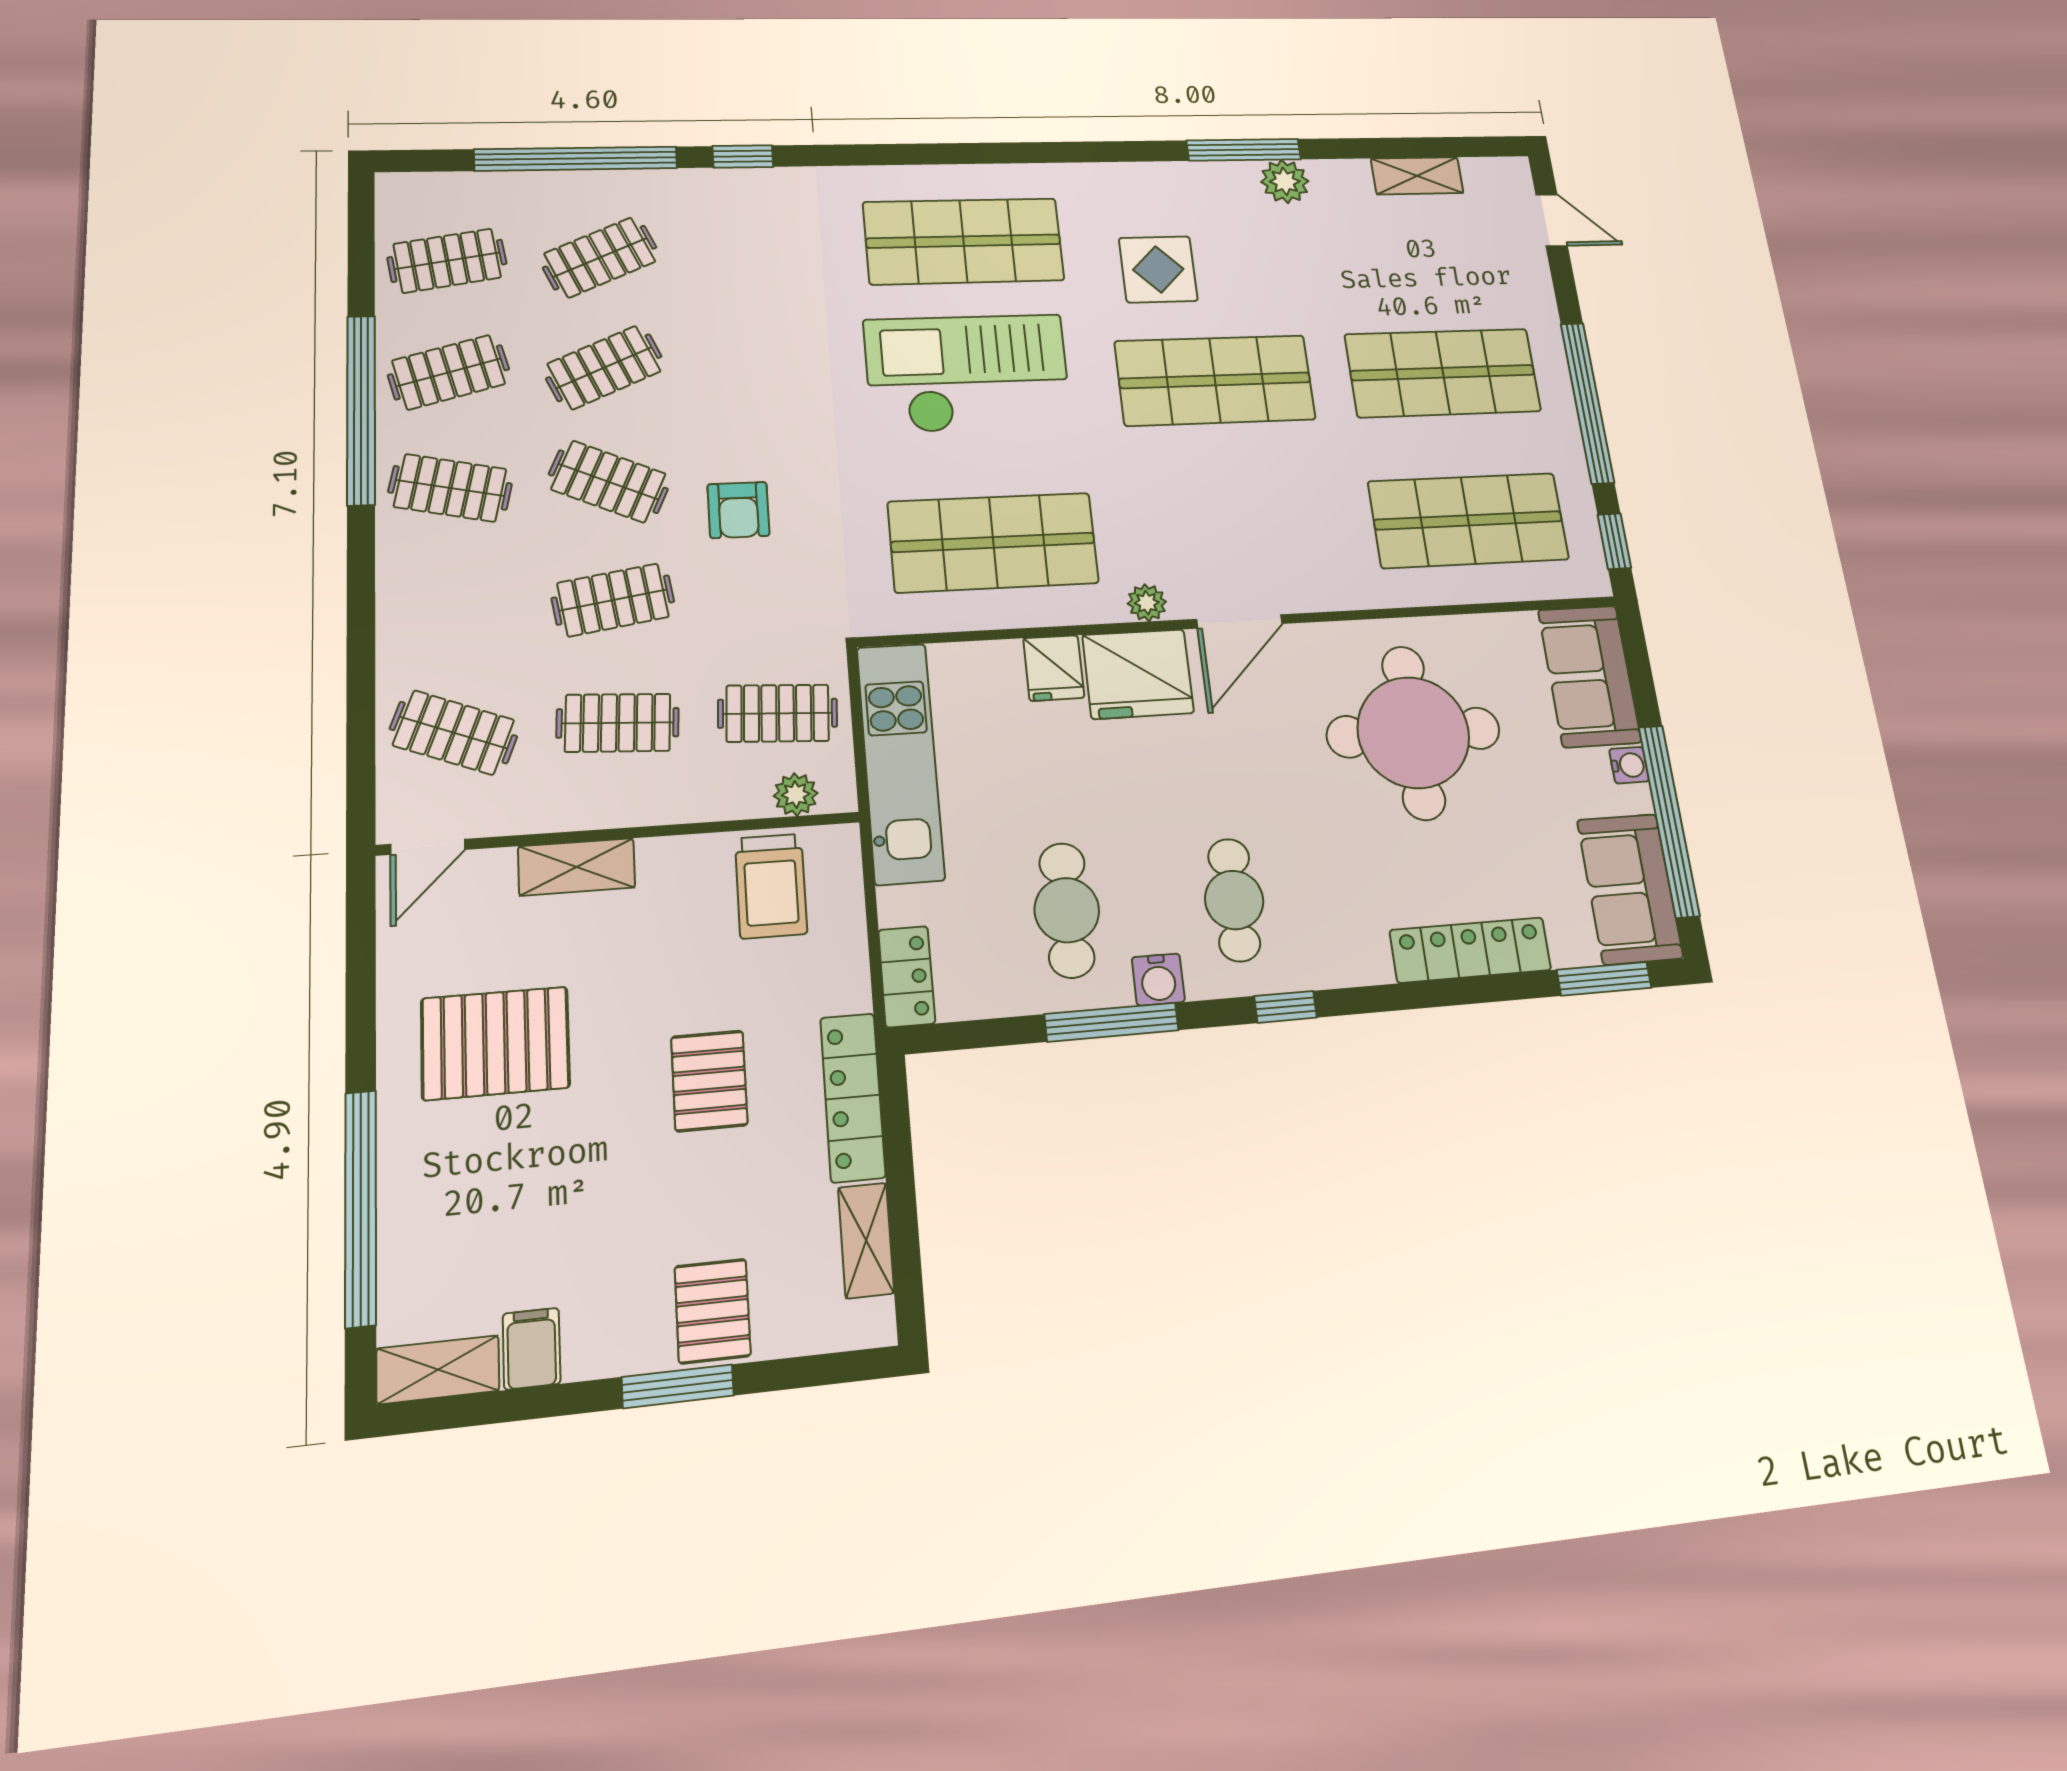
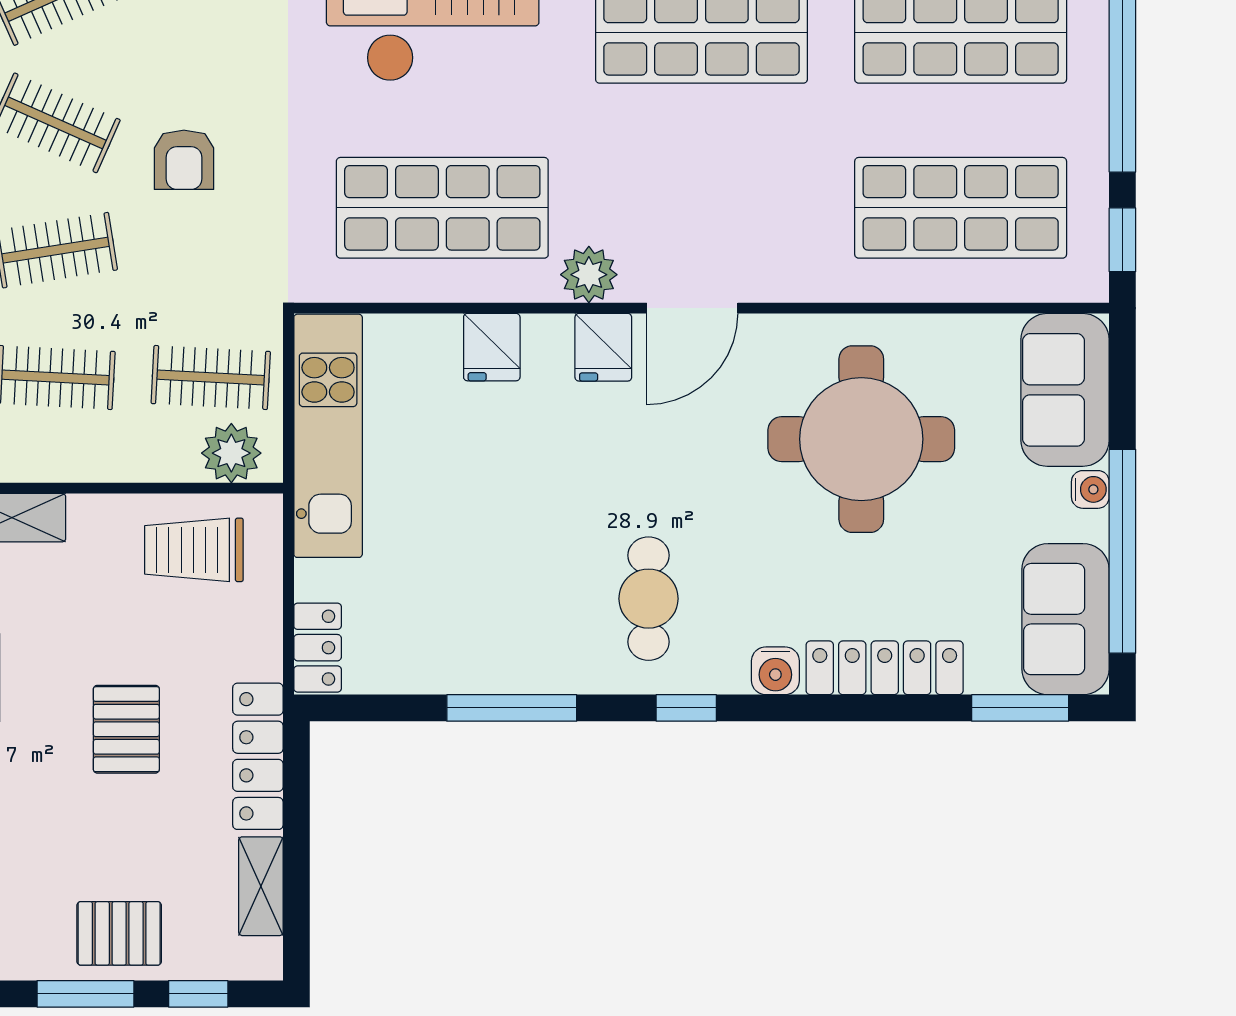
plant: (1147, 603) -> (589, 275), width x1.38, depth x1.38
fridge: (1138, 674) -> (603, 347), width x0.53, depth x0.75
plant: (796, 794) -> (231, 453), width x1.38, depth x1.38
trolley: (771, 886) -> (194, 550), turned 90
cafe table: (1067, 910) -> (479, 596), removed
water cooler: (1158, 979) -> (775, 671), moved
pallet: (713, 1311) -> (119, 933), turned 90
window: (805, 1372) -> (198, 994), added

